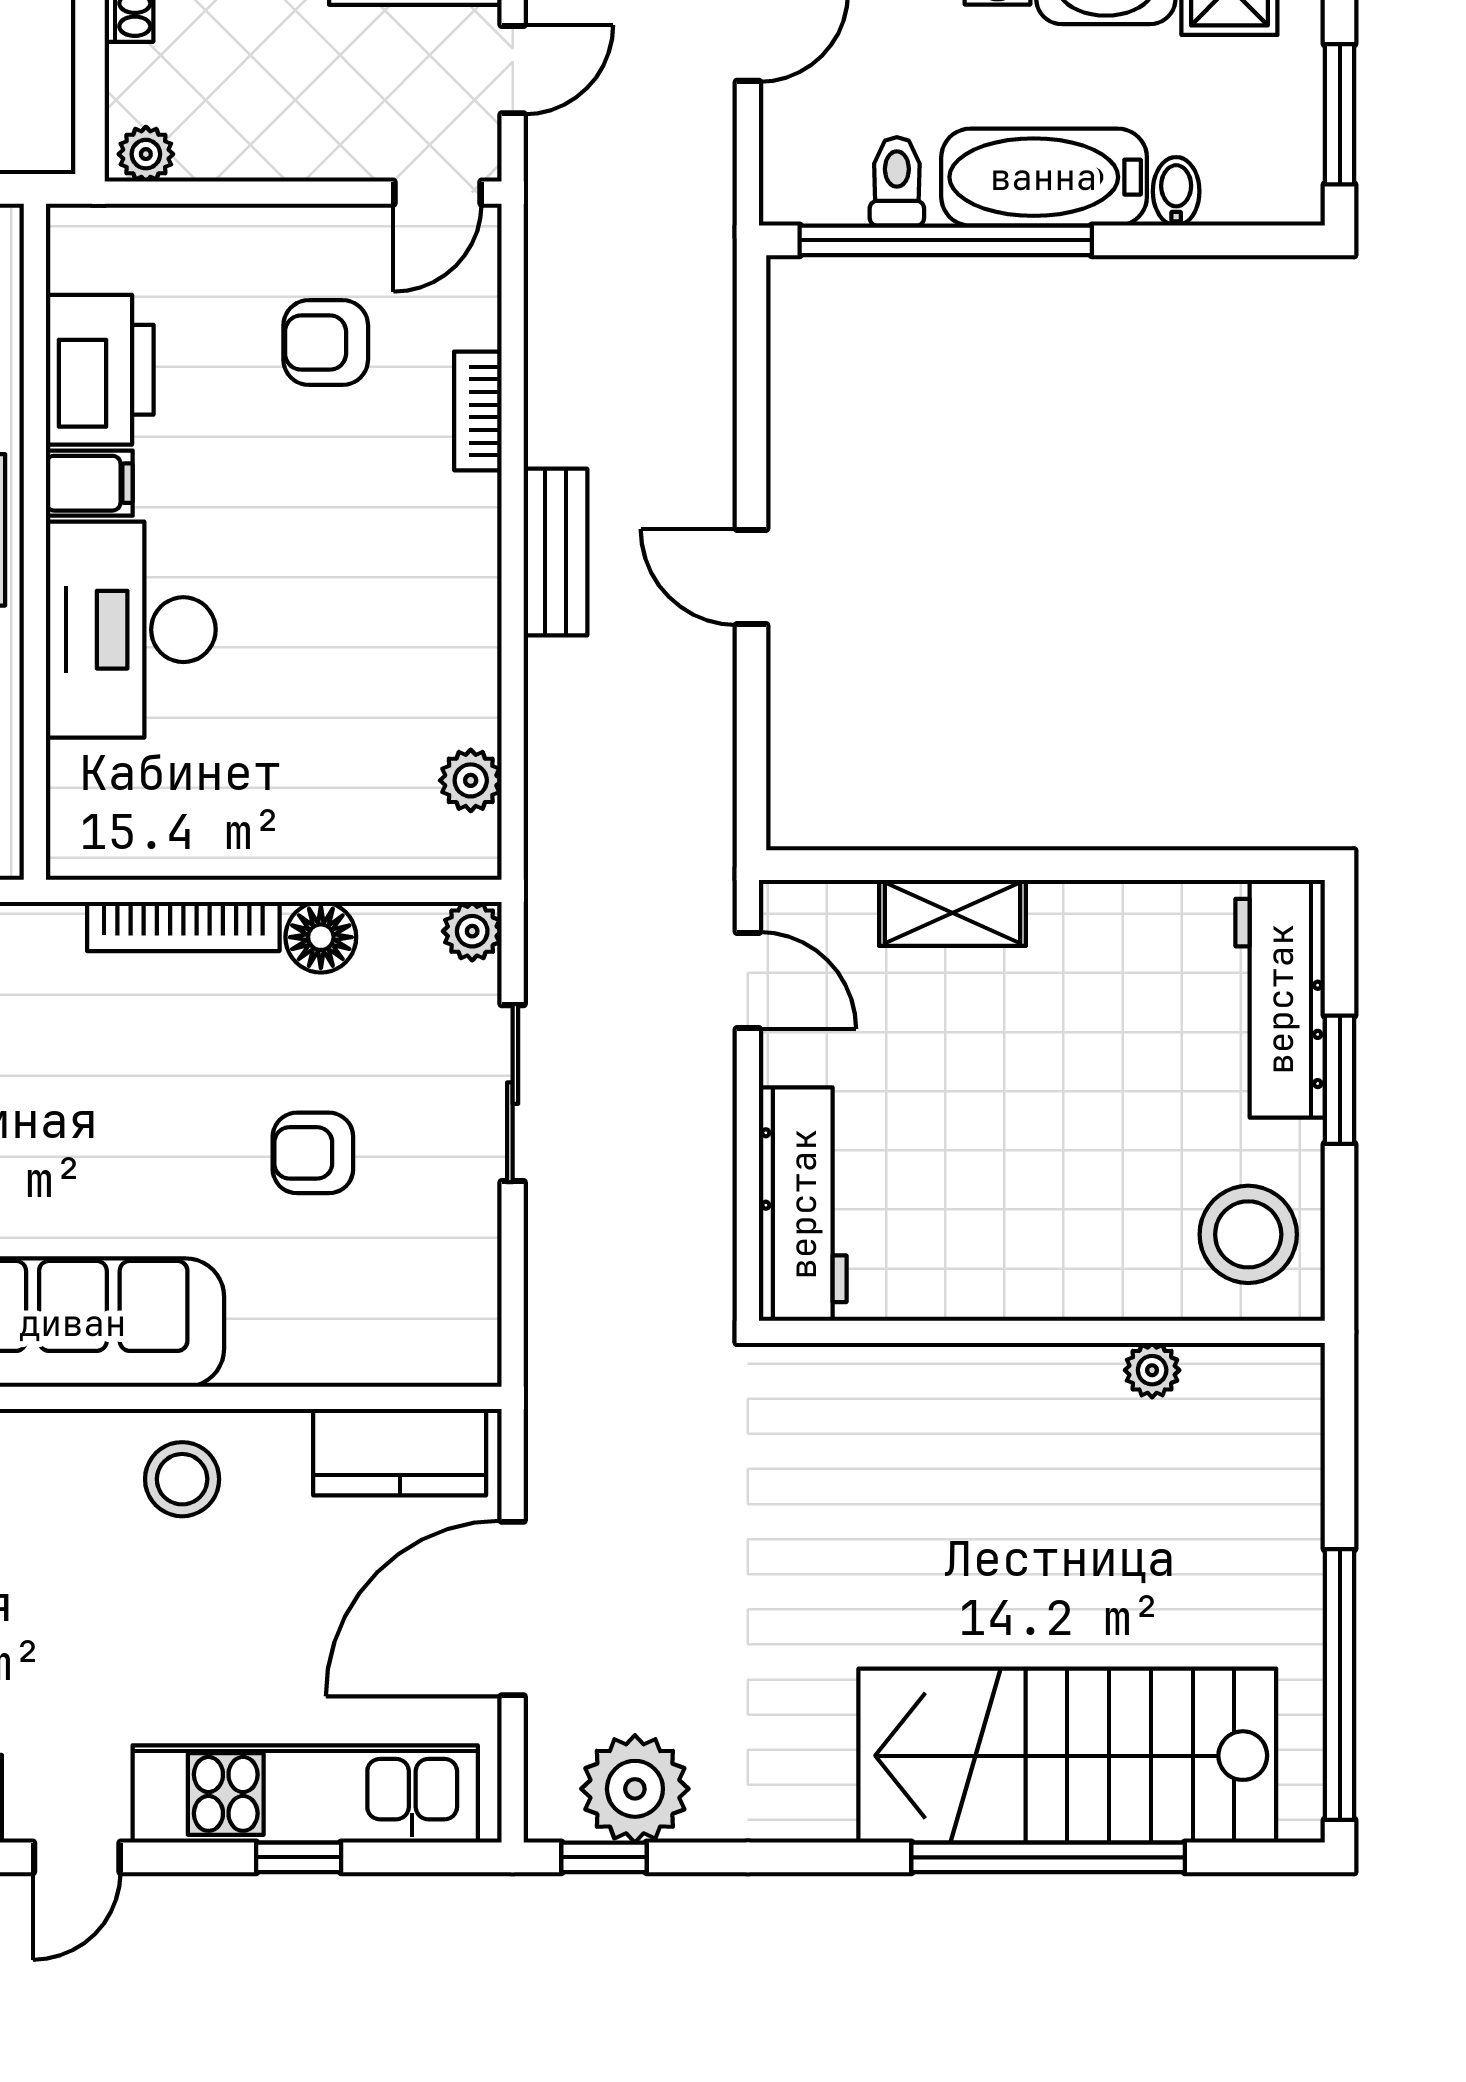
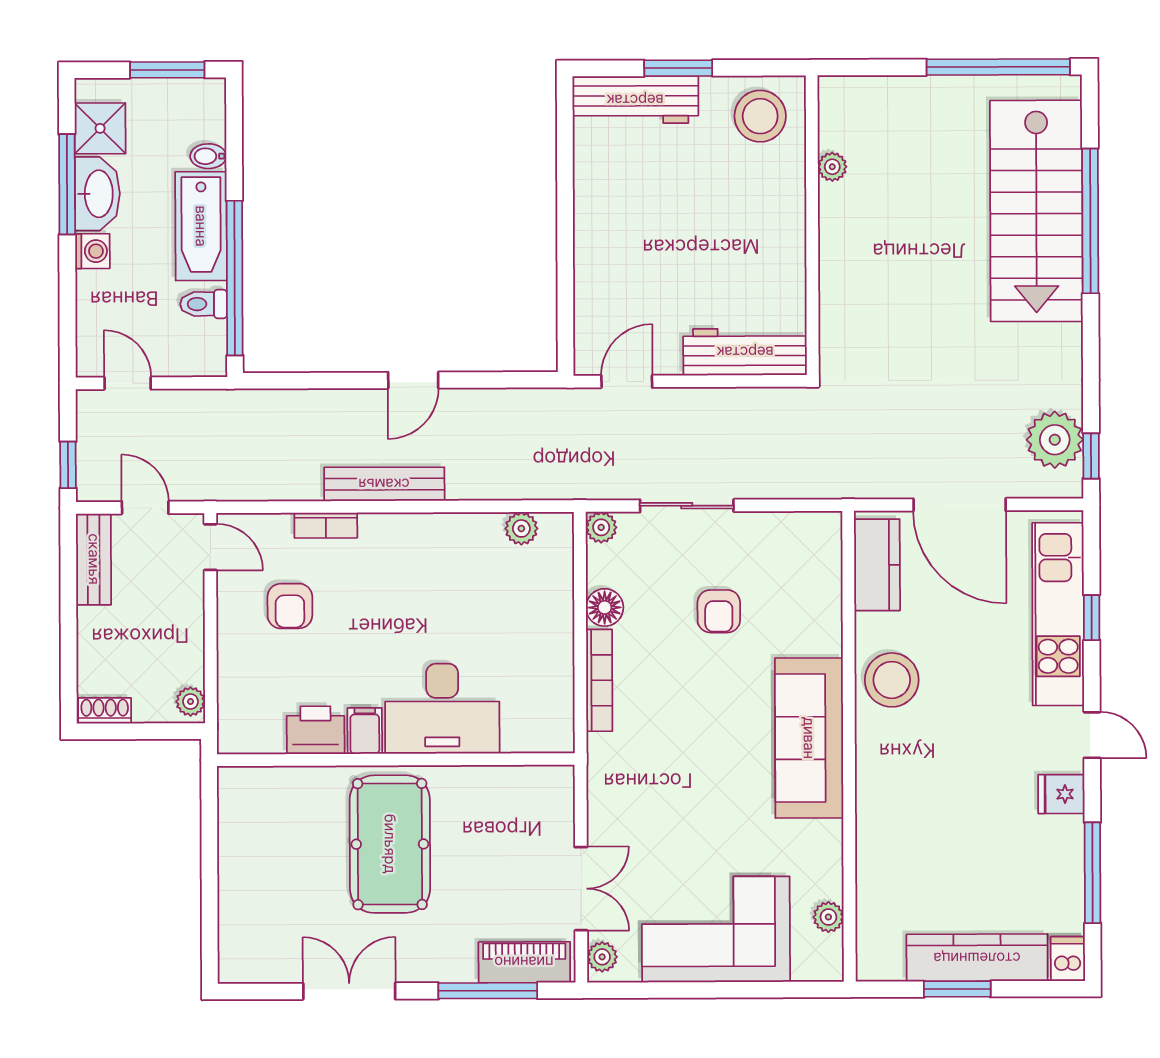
printer: (100, 370) -> (316, 730), width x0.73, depth x0.84
bench: (555, 552) -> (384, 484), width x1.36
shelving: (952, 913) -> (591, 273), removed
stool: (182, 1479) -> (892, 680), width x1.38, depth x1.38

